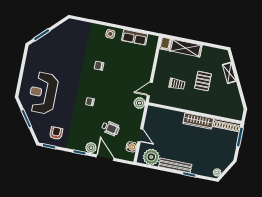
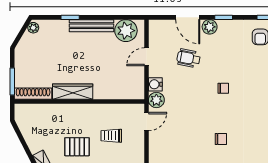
pallet: (203, 81) -> (77, 147), turned 90
door: (140, 135) -> (146, 57), hinge flipped
water cooler: (131, 147) -> (155, 84), moved

